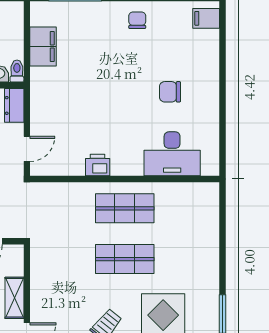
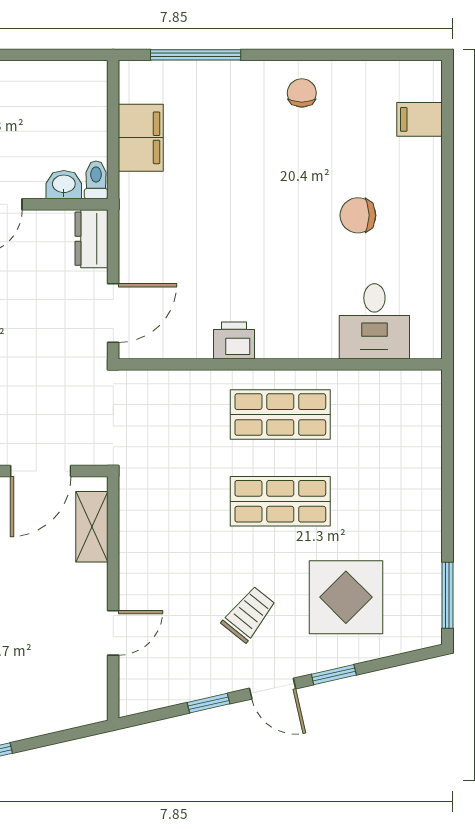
filing cabinet: (206, 18) -> (420, 119), moved
door: (27, 149) -> (113, 313), width x1.38
desk: (172, 154) -> (374, 321), width x0.73
shelving: (14, 298) -> (92, 527), moved

